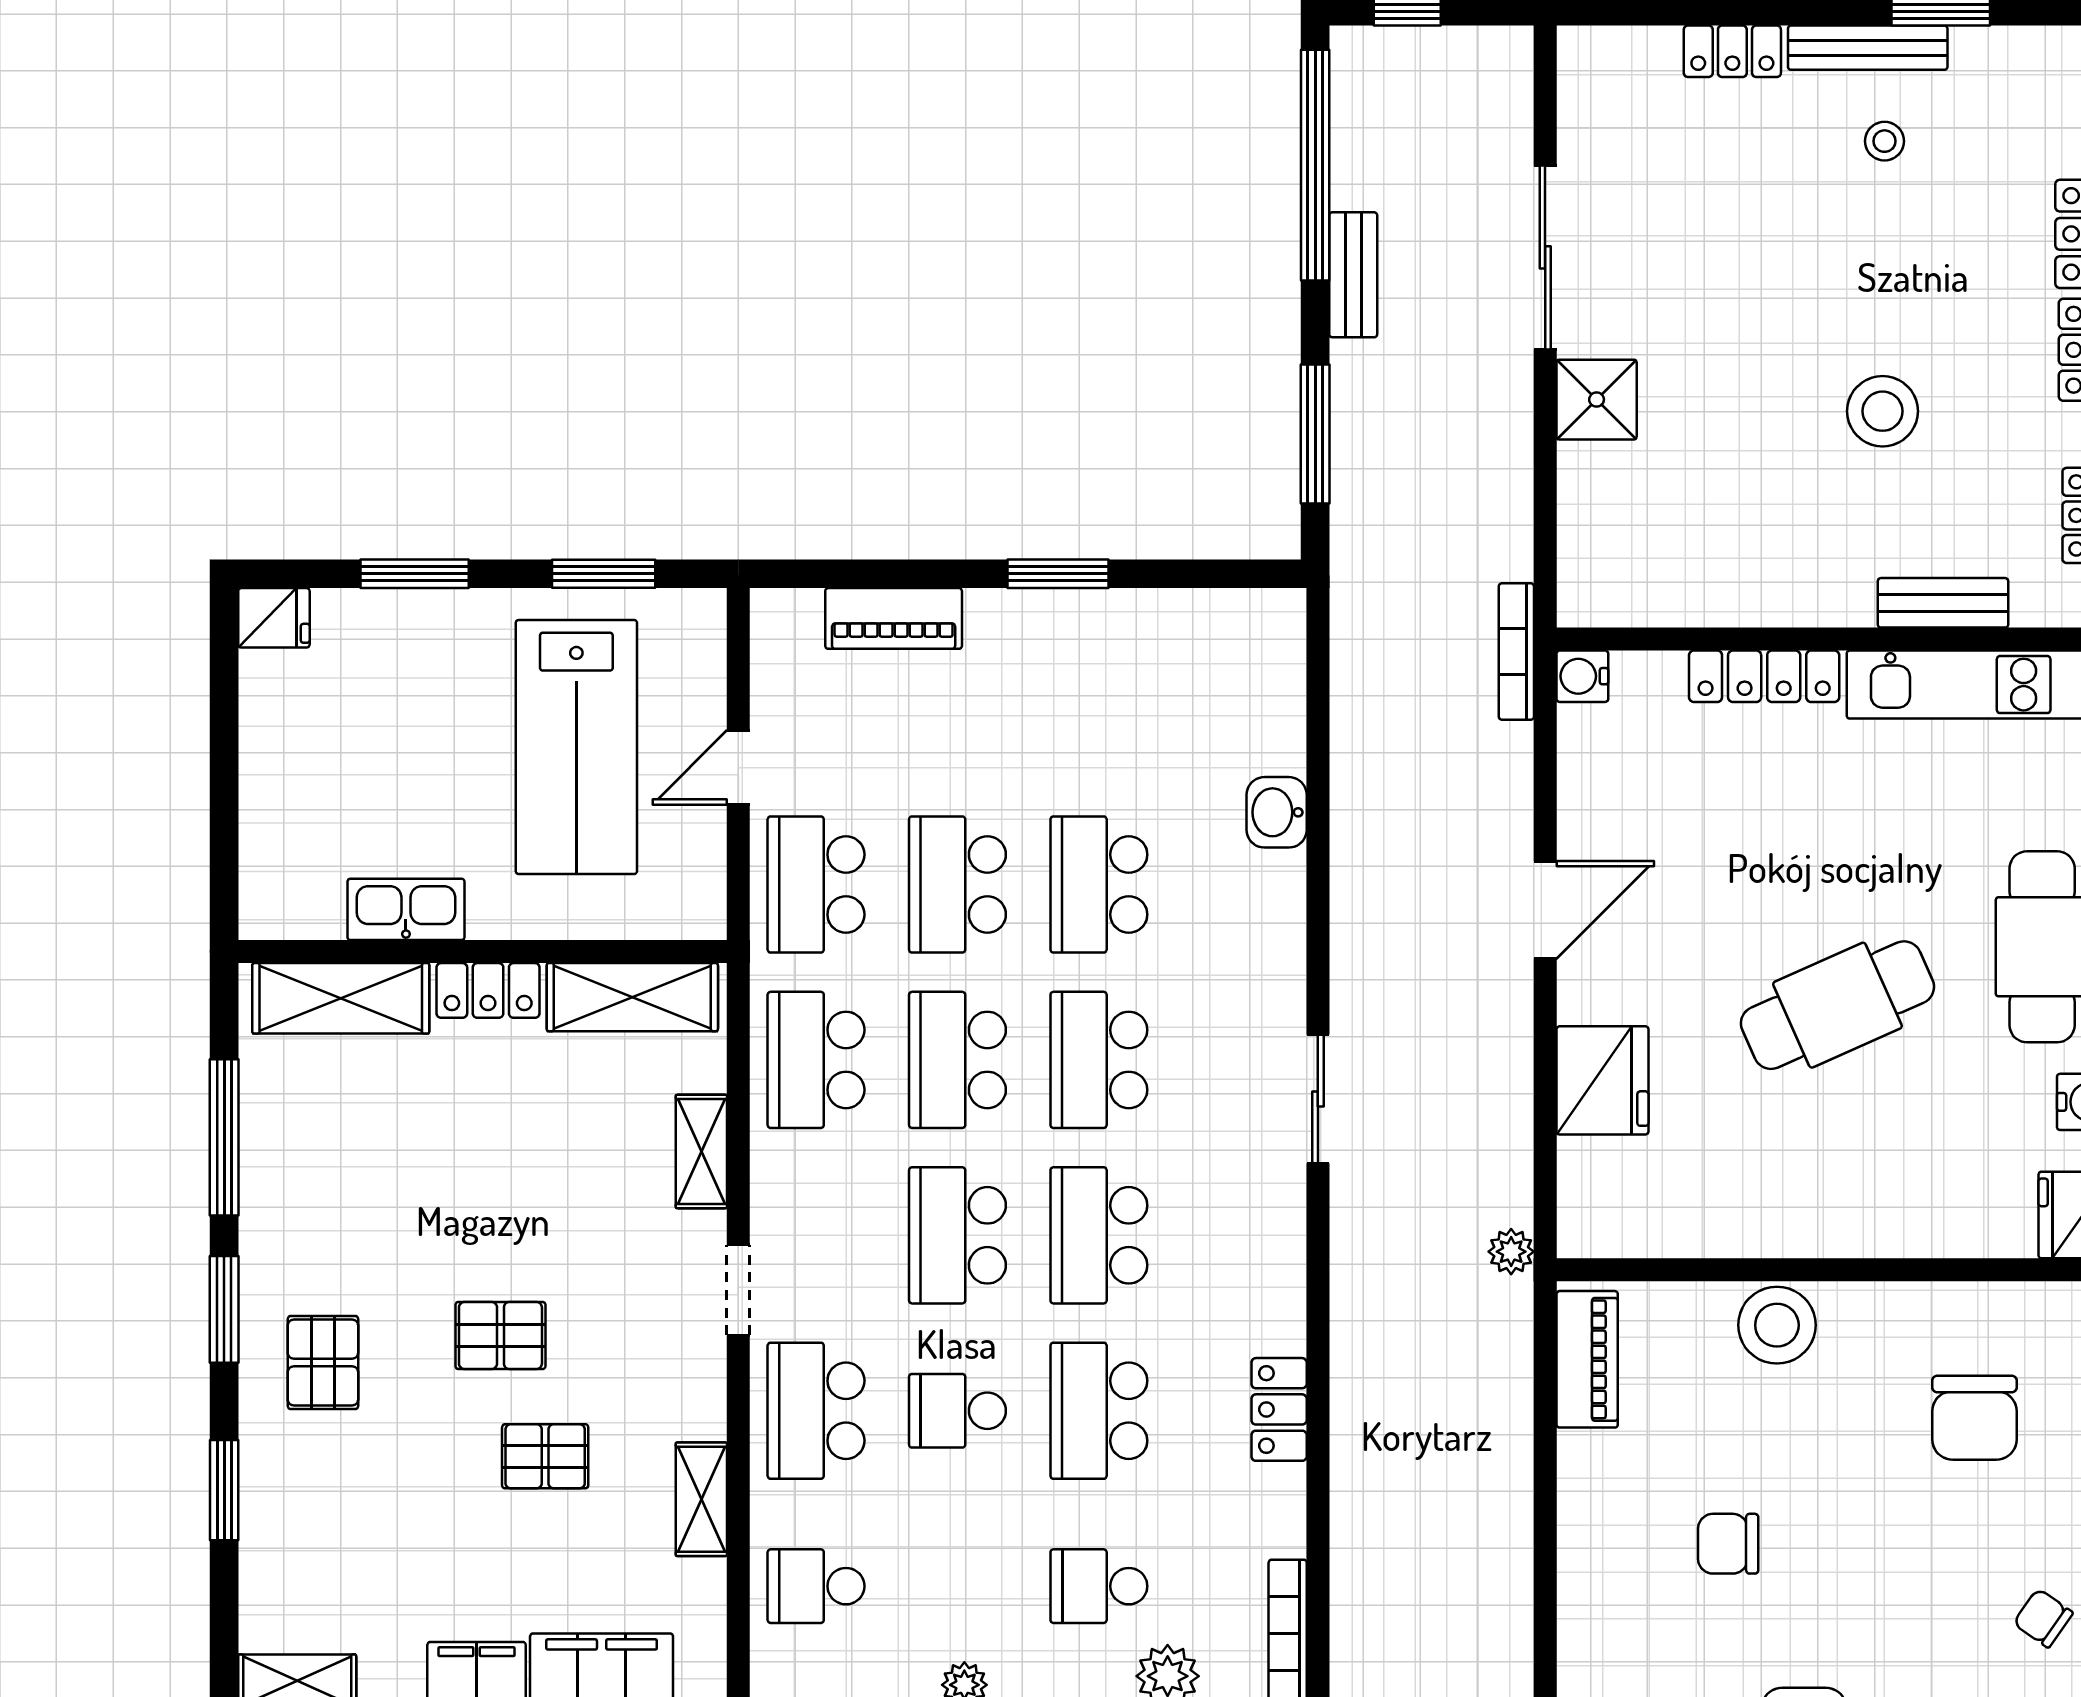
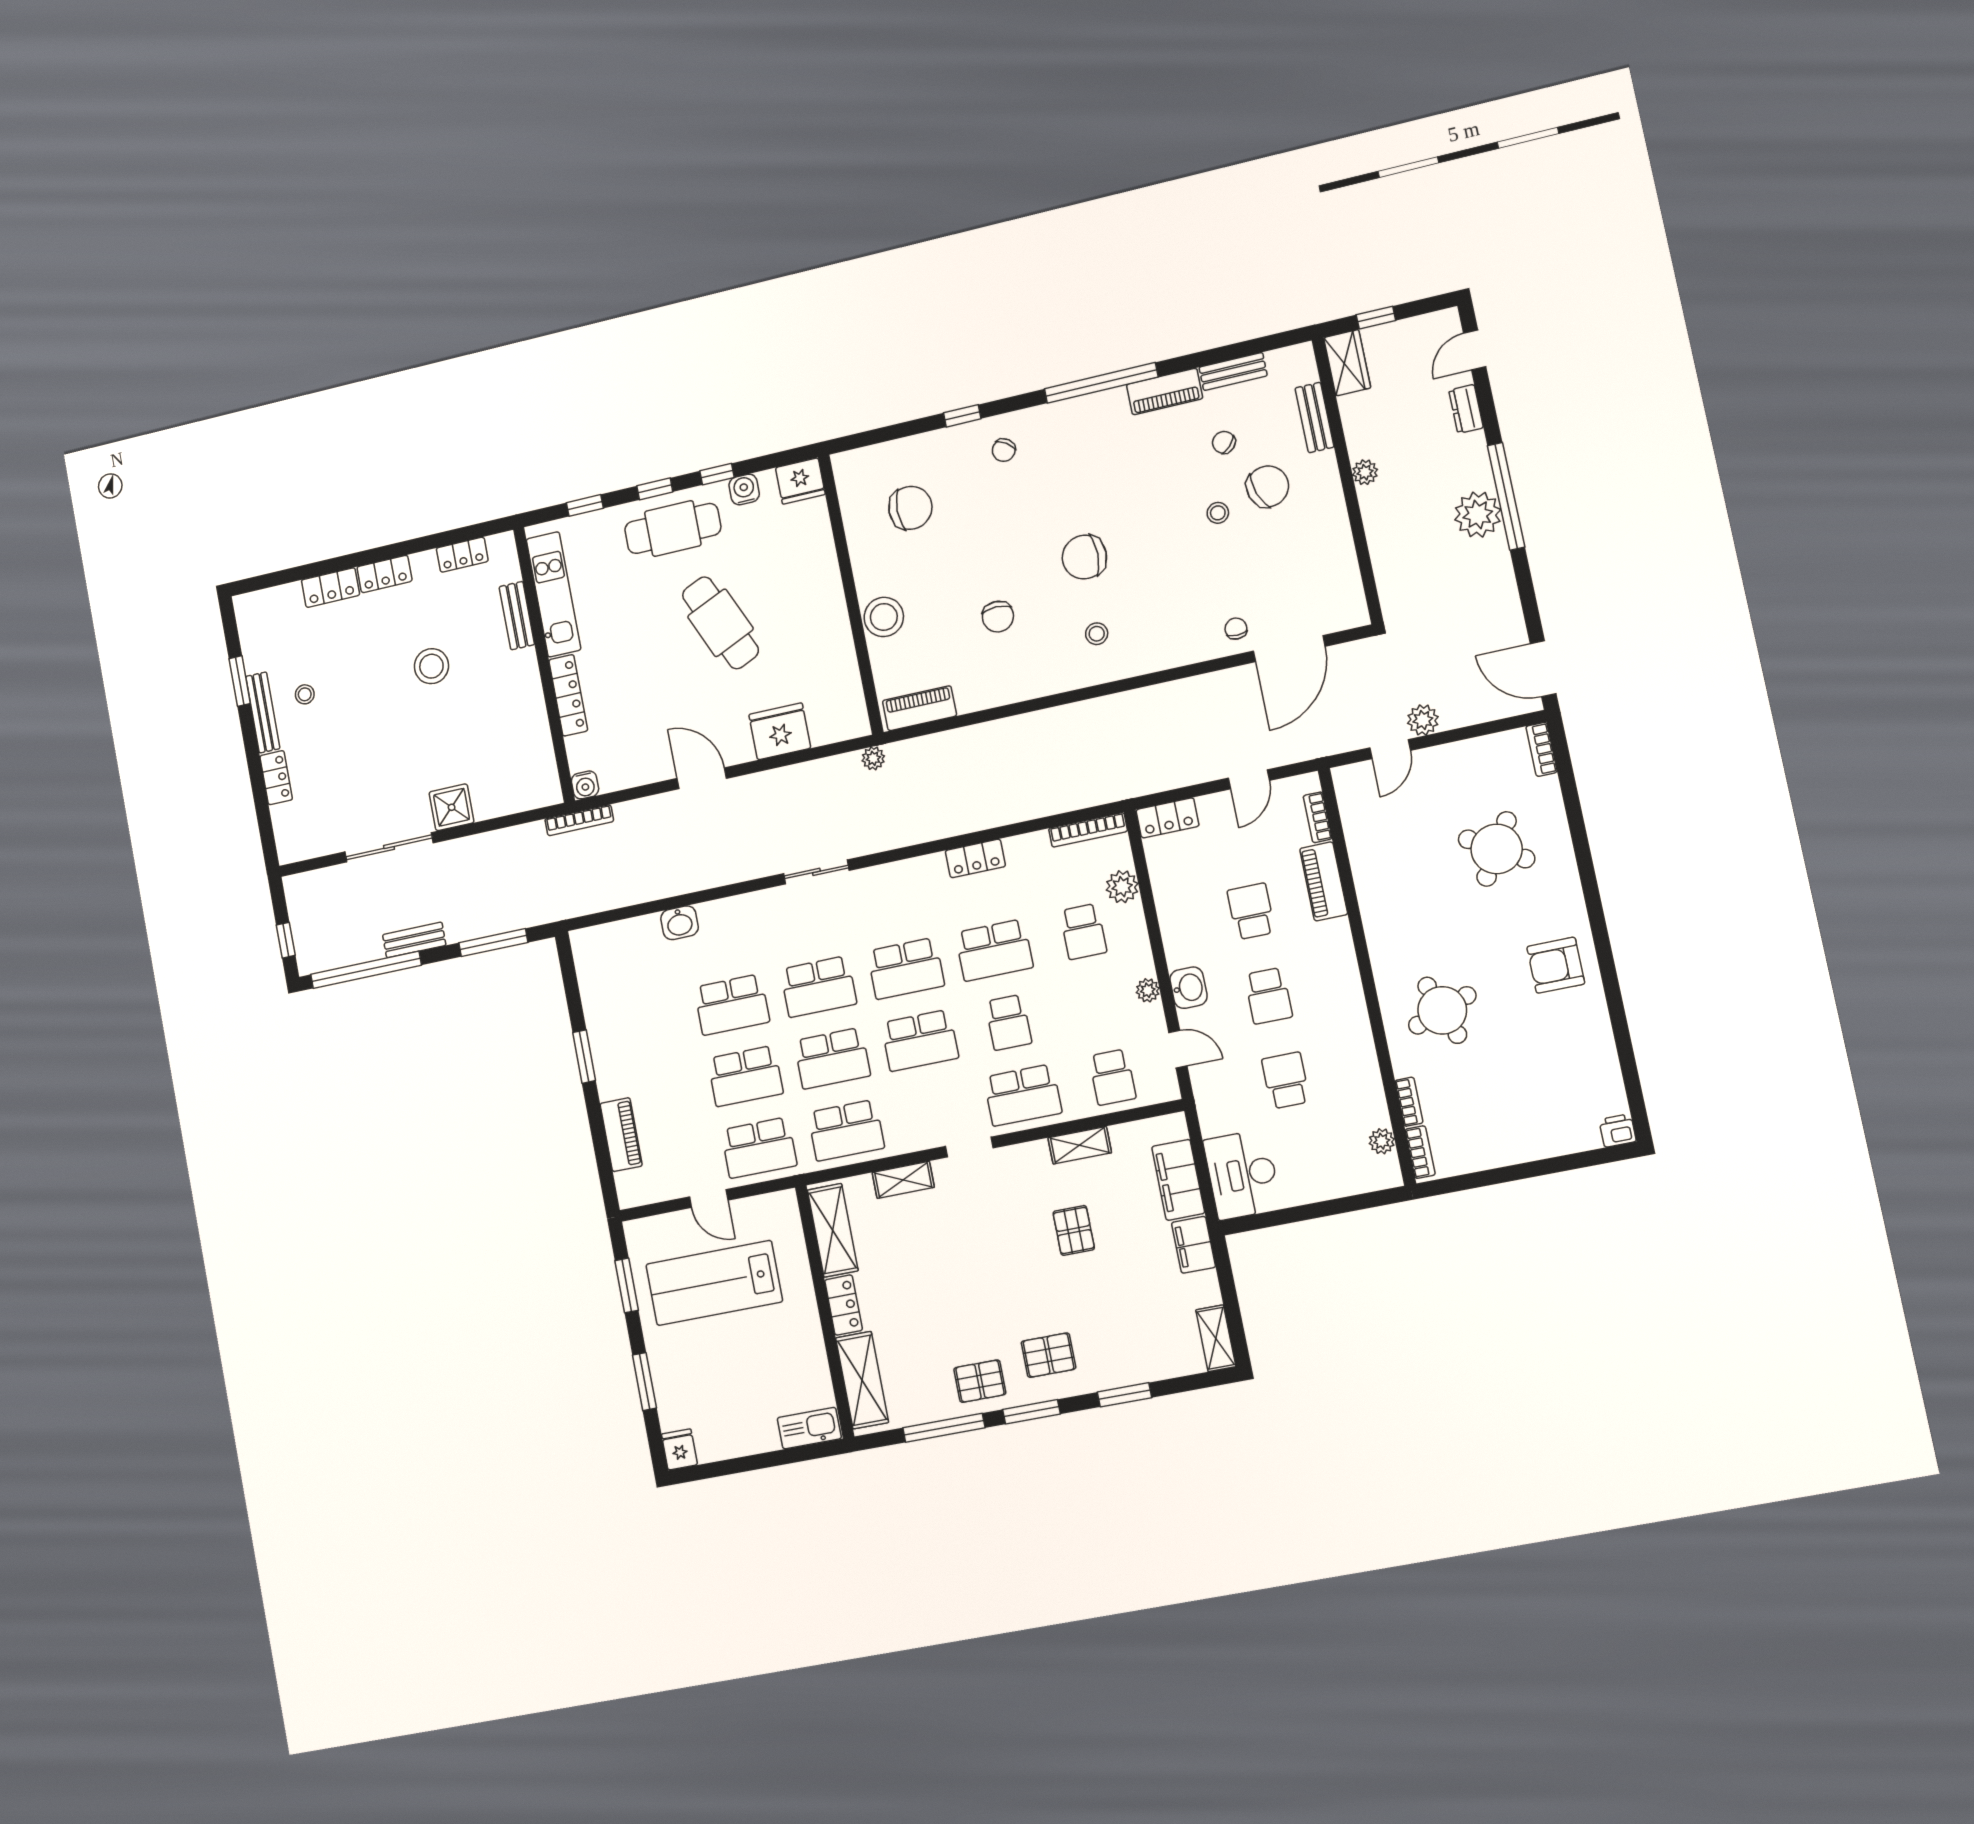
lab bench: (576, 747) -> (714, 1283), turned 180
kitchen sink: (406, 909) -> (809, 1428), moved, turned 90
pallet: (500, 1335) -> (980, 1381), moved, turned 90

